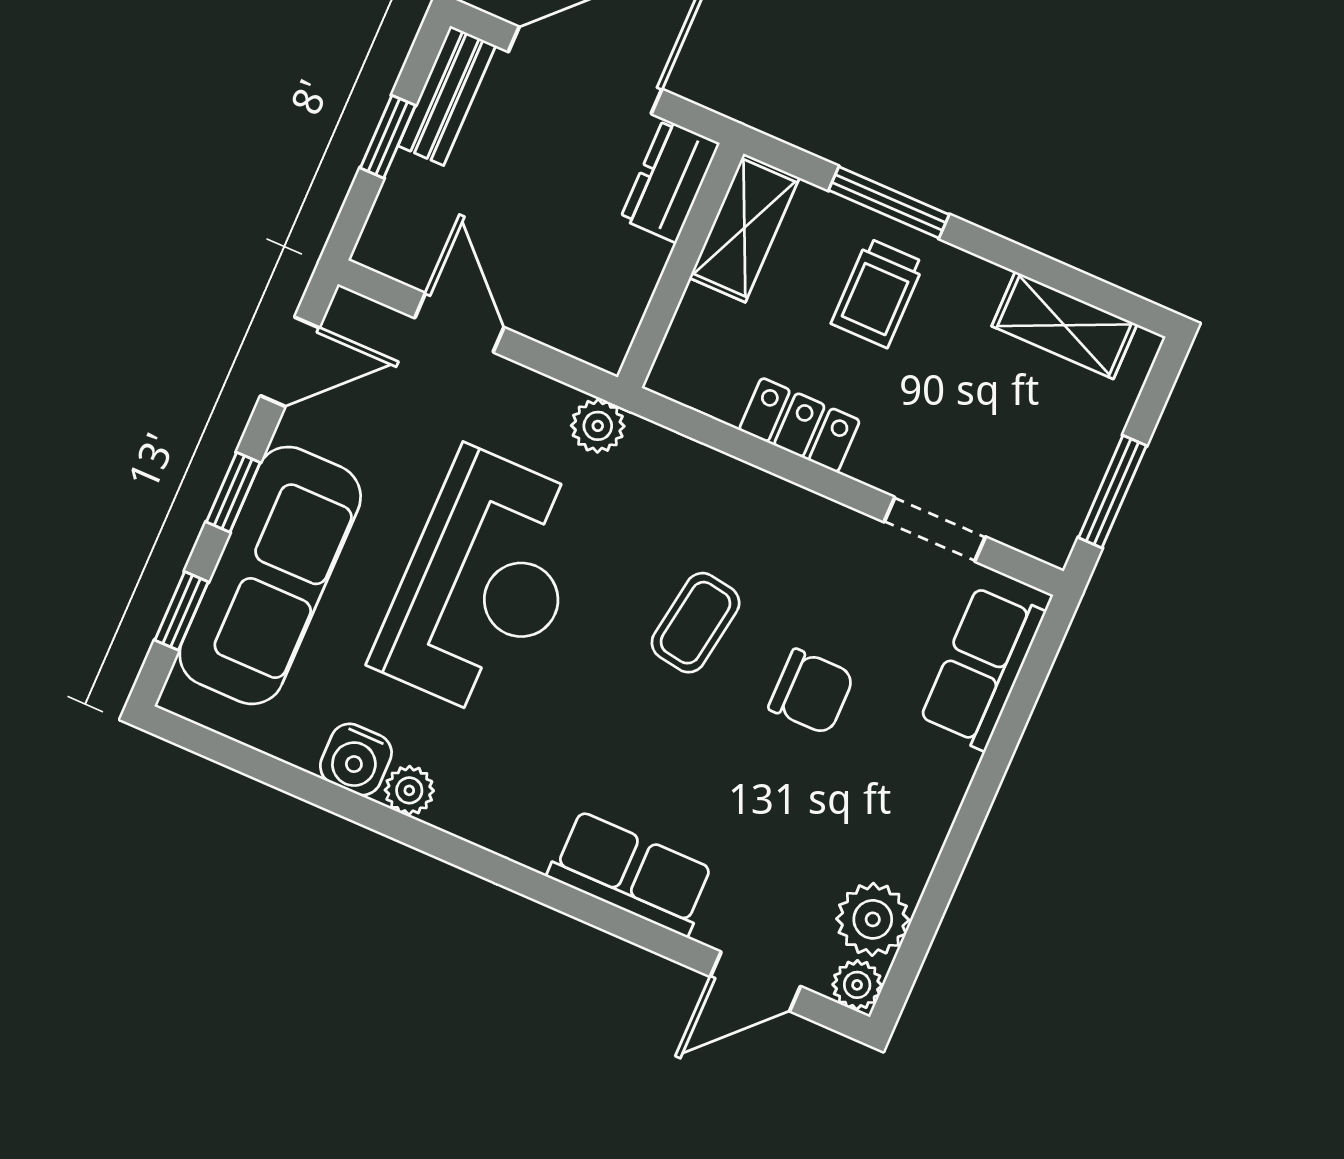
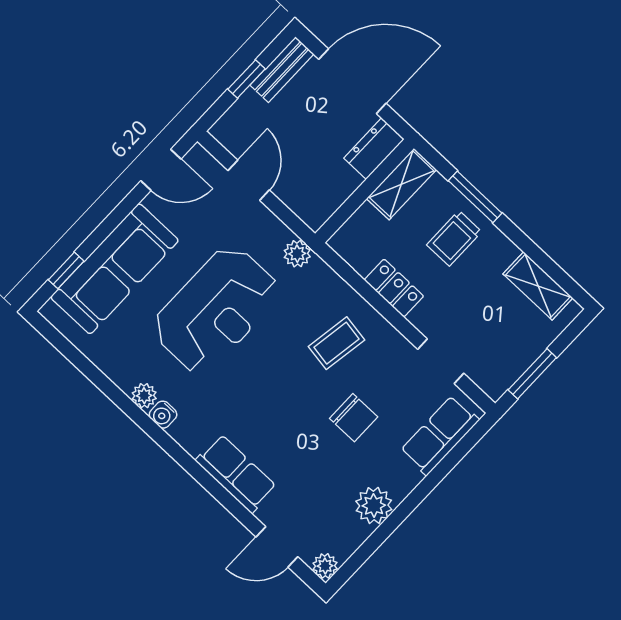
window: (233, 492) -> (111, 223), removed
coffee table: (696, 623) -> (336, 343), moved
water cooler: (356, 759) -> (163, 415), moved, width x0.72, depth x0.72
plant: (873, 919) -> (374, 505), moved

